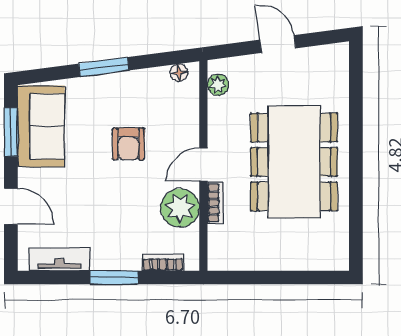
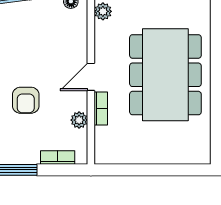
armchair: (128, 144) -> (26, 100), moved
plant: (180, 208) -> (79, 120), width x0.53, depth x0.53

